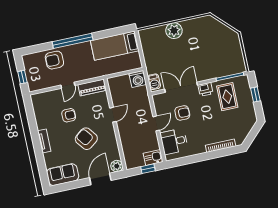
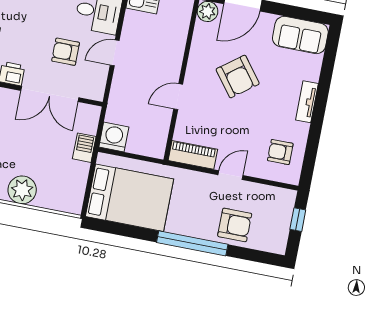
bed: (115, 46) -> (129, 198), width x1.50
barbecue: (154, 82) -> (84, 148), moved
armchair: (69, 115) -> (280, 152), moved

